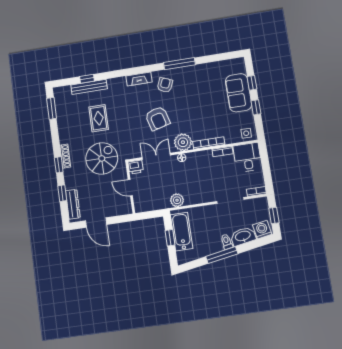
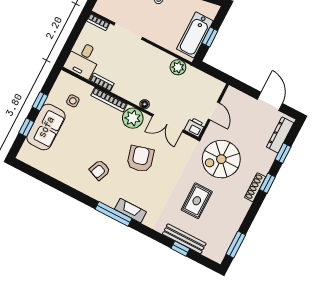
window: (179, 64) -> (114, 214), moved
armchair: (165, 85) -> (100, 170), moved
side table: (246, 133) -> (73, 101), moved

